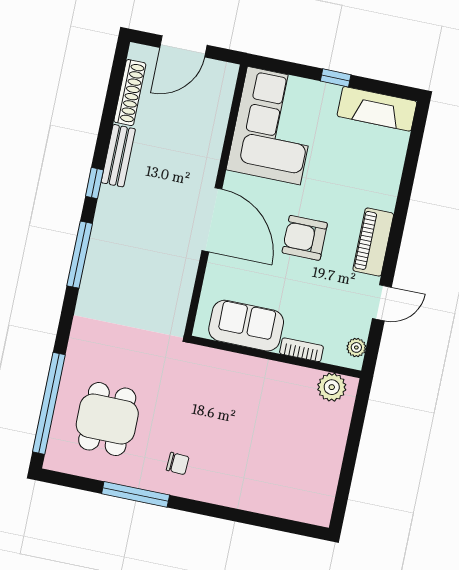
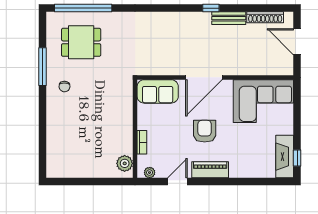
window: (336, 78) -> (297, 158), moved
window: (80, 255) -> (169, 8), removed
door: (382, 303) -> (177, 182), swing flipped
sofa: (246, 326) -> (158, 91), moved, turned 90

